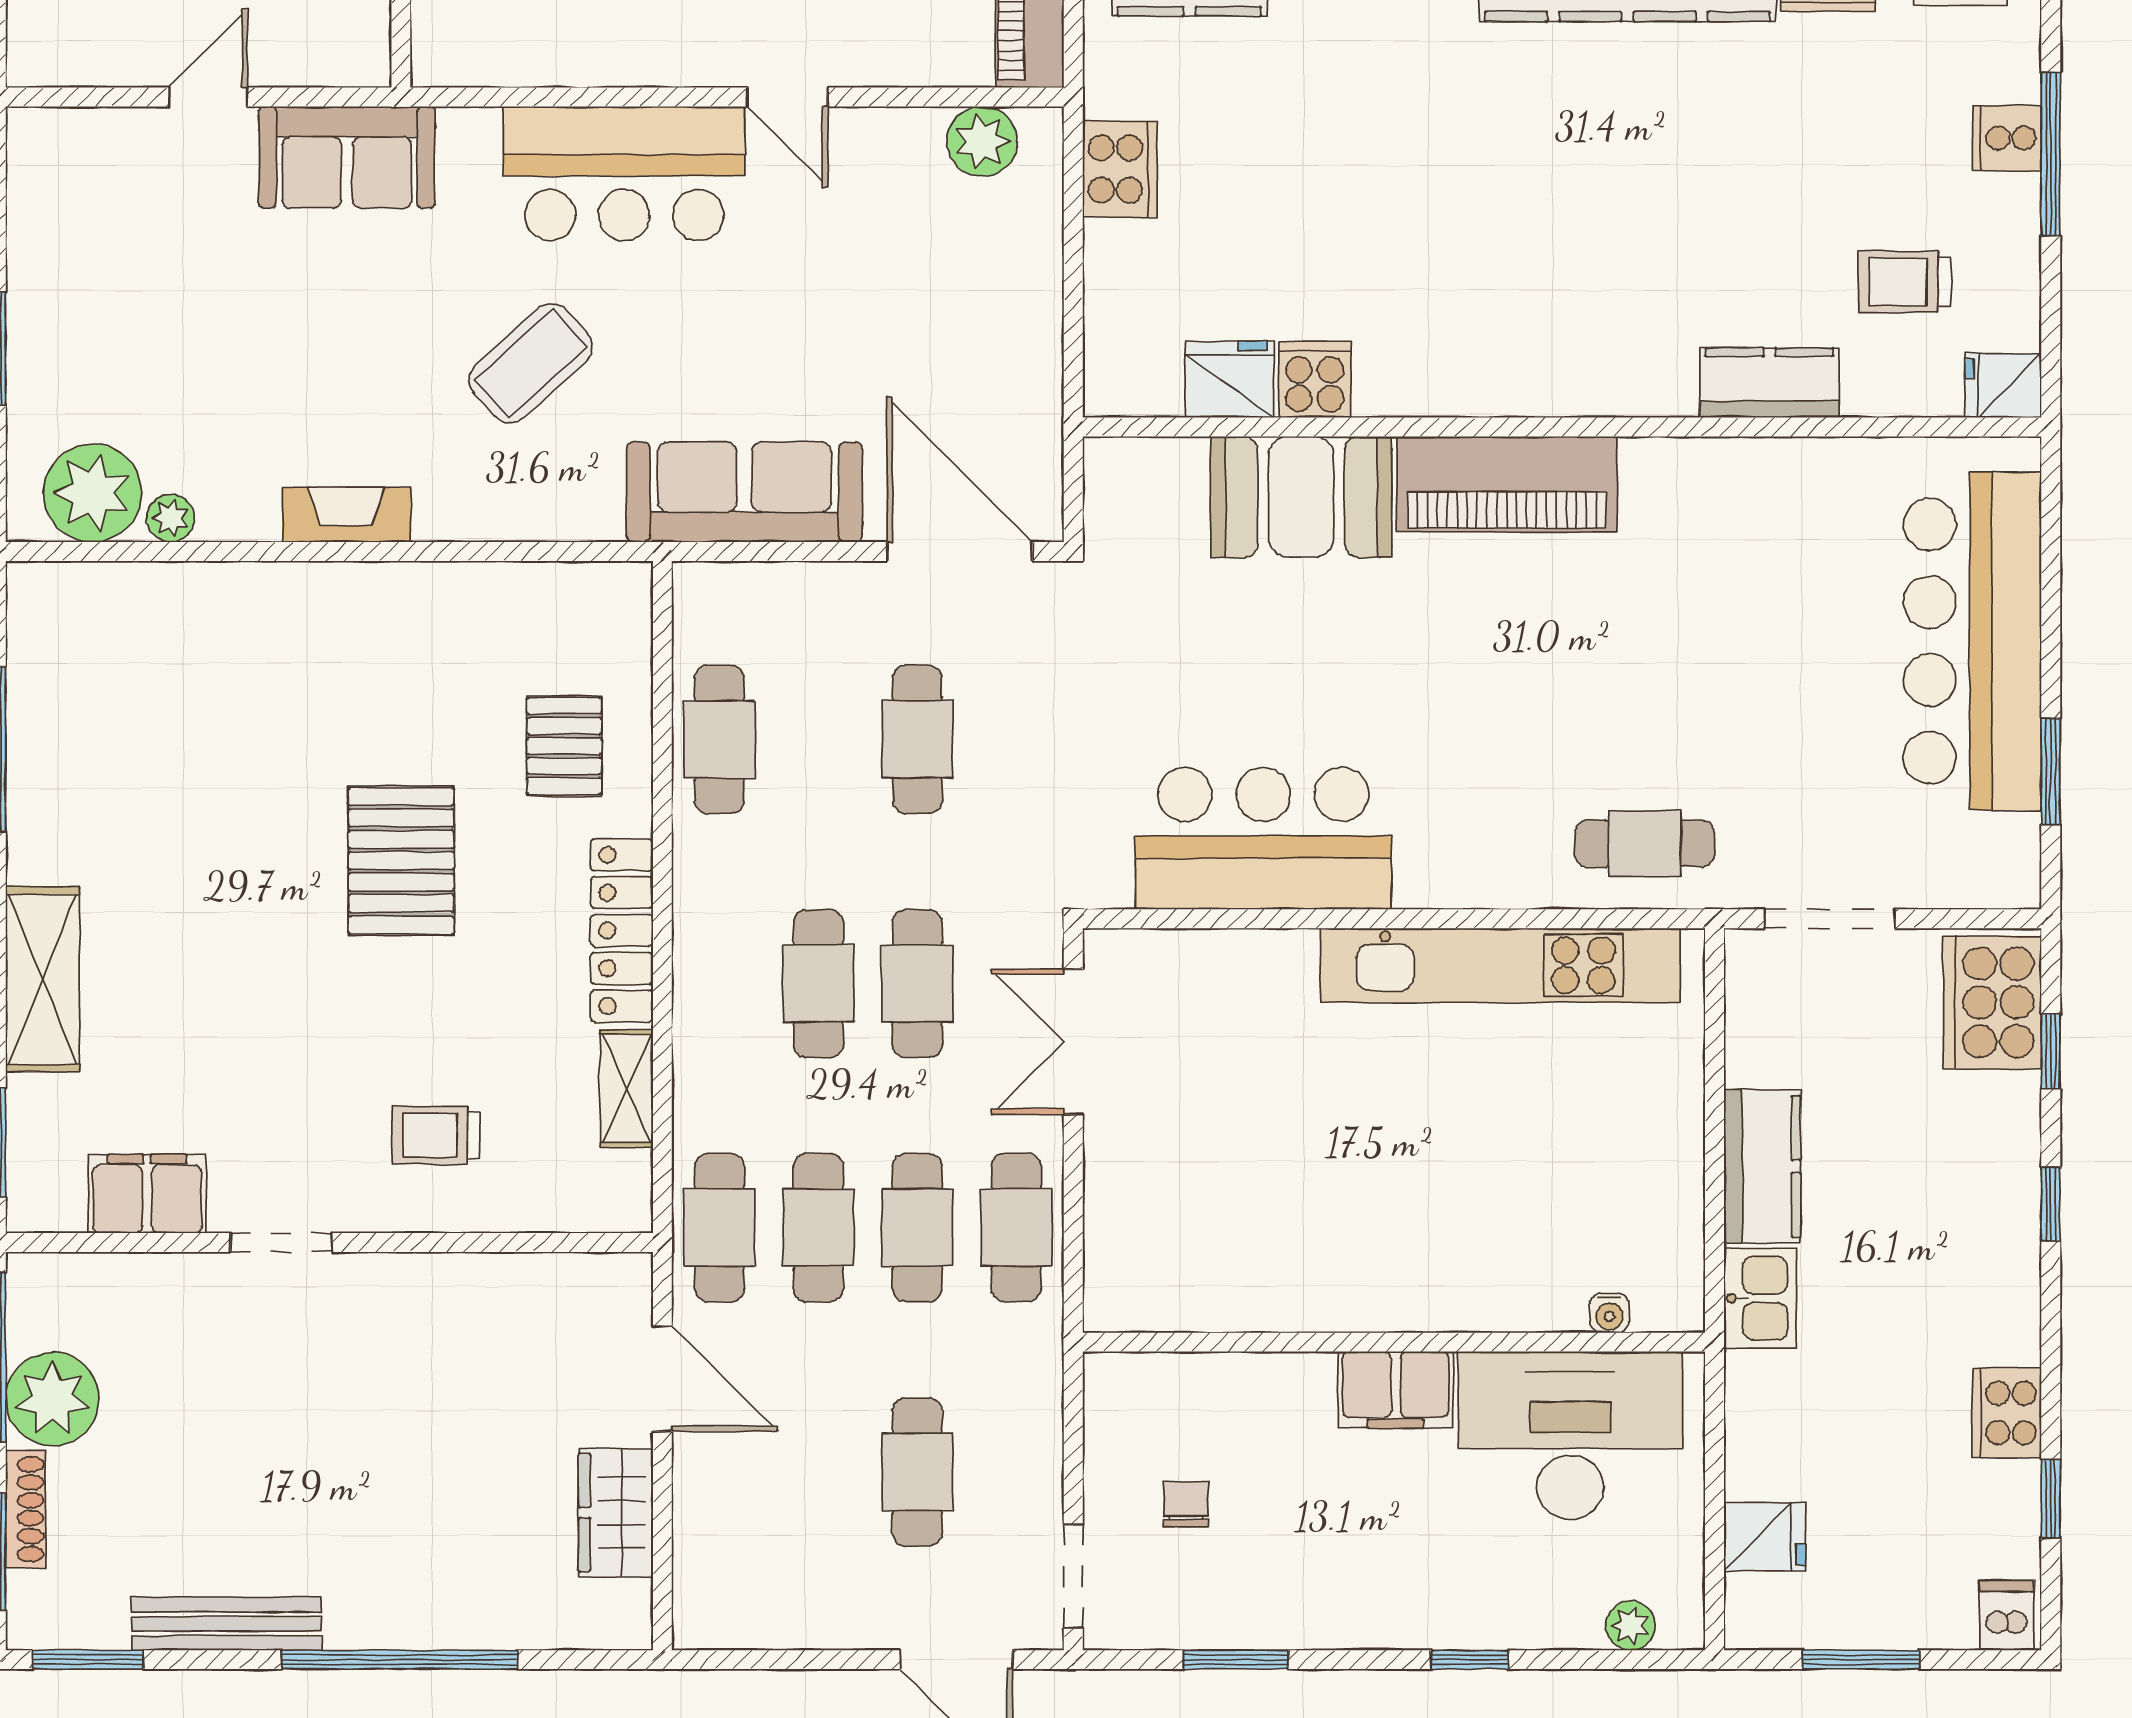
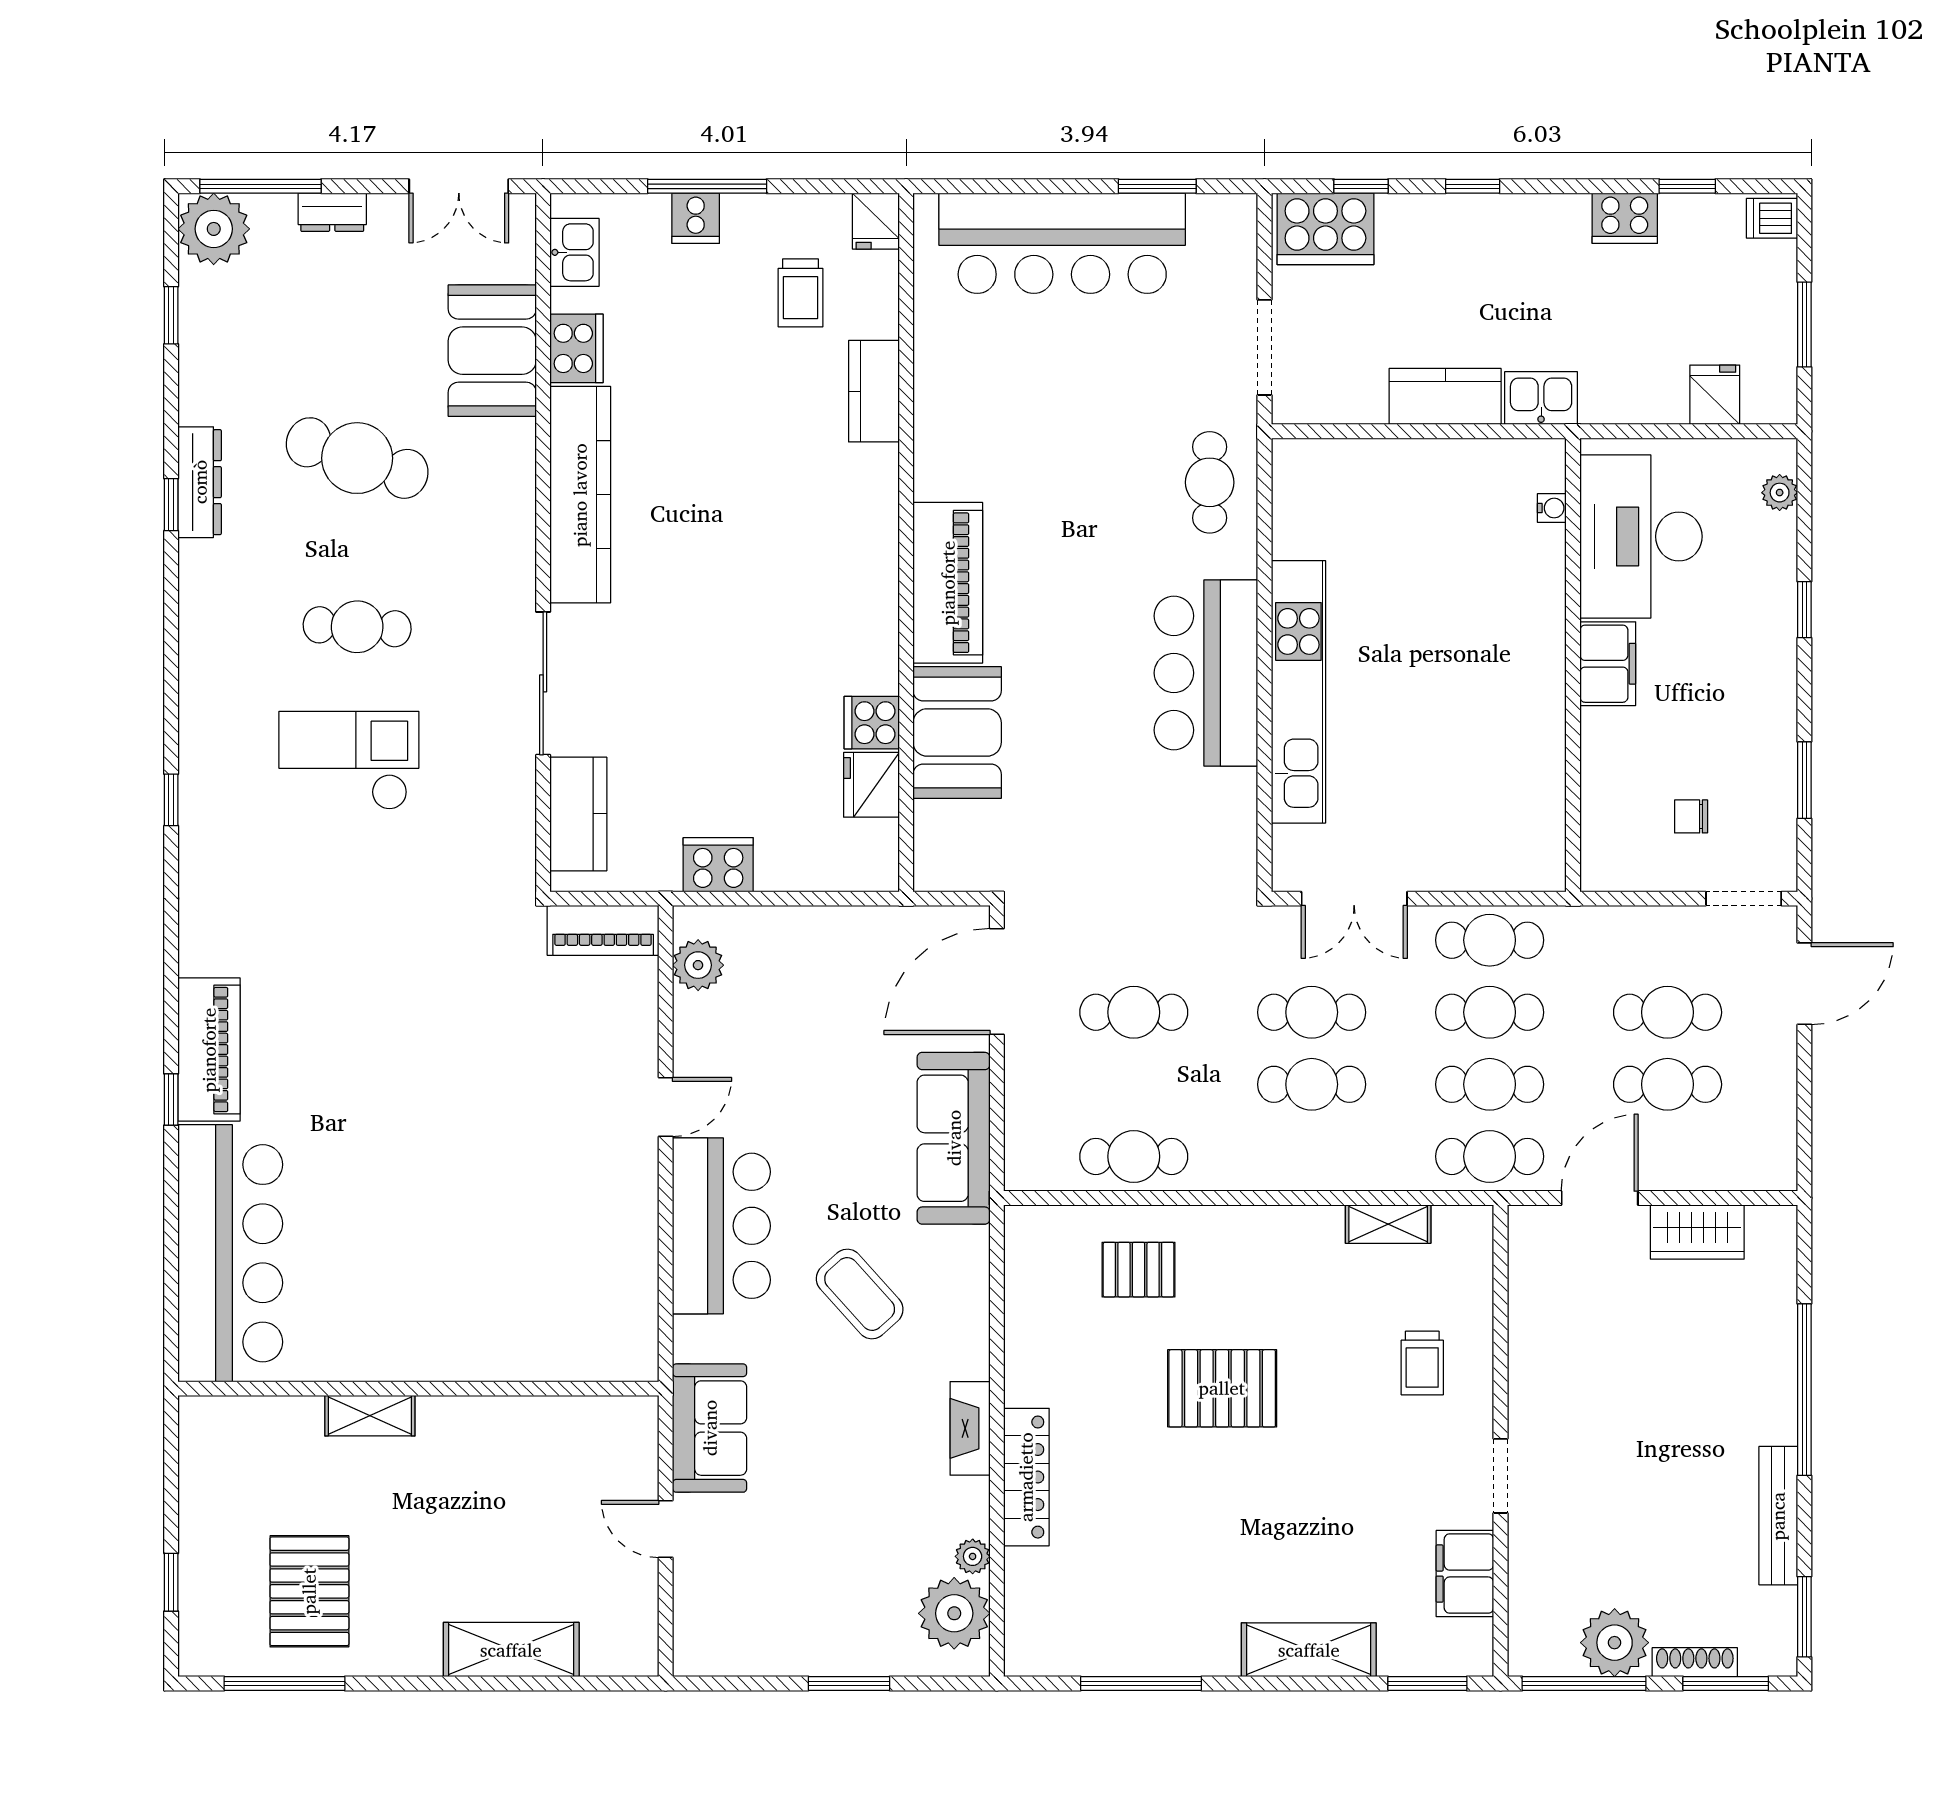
bar counter: (1263, 838) -> (1206, 673), moved
locker: (622, 930) -> (1026, 1477), moved, turned -90
kitchen unit: (1501, 965) -> (1298, 692), moved
cafe table: (818, 1472) -> (1668, 1084), added

